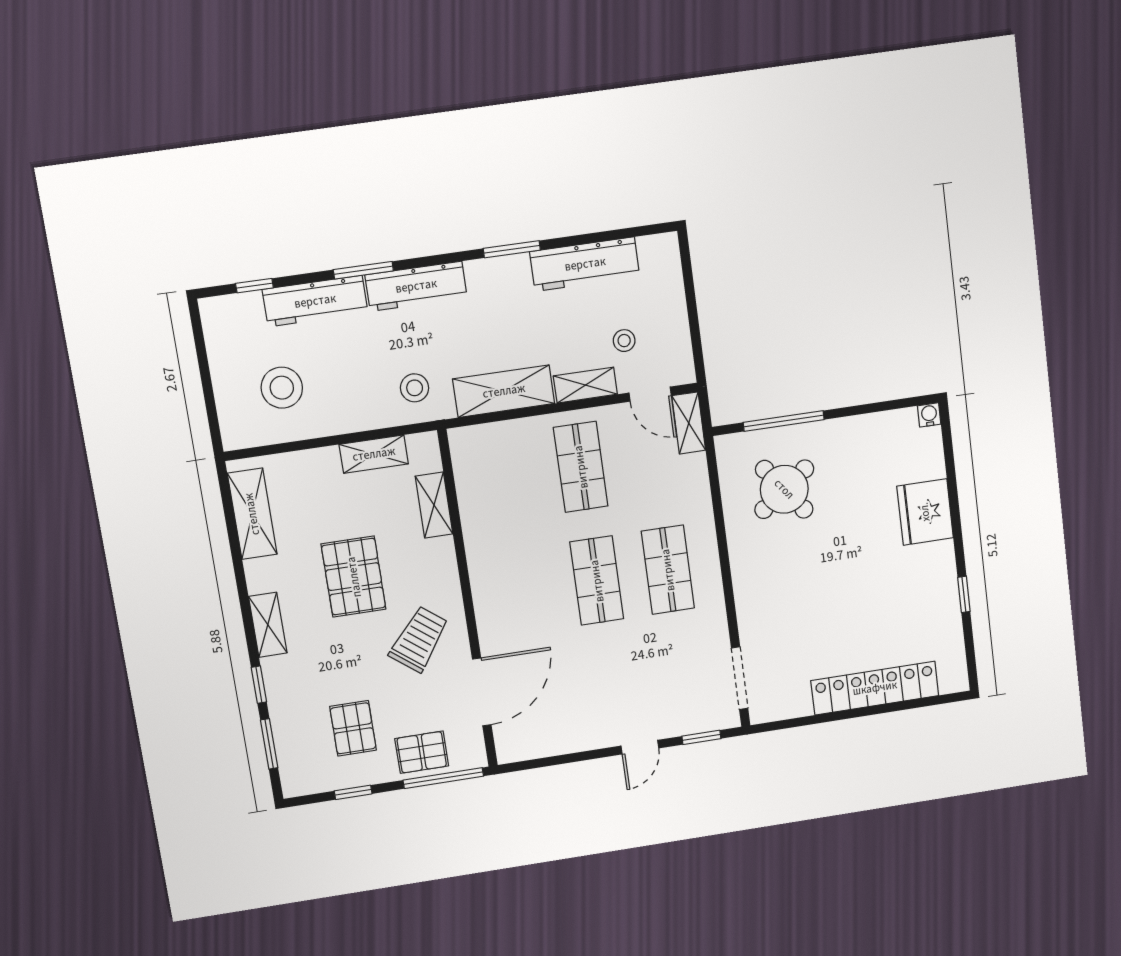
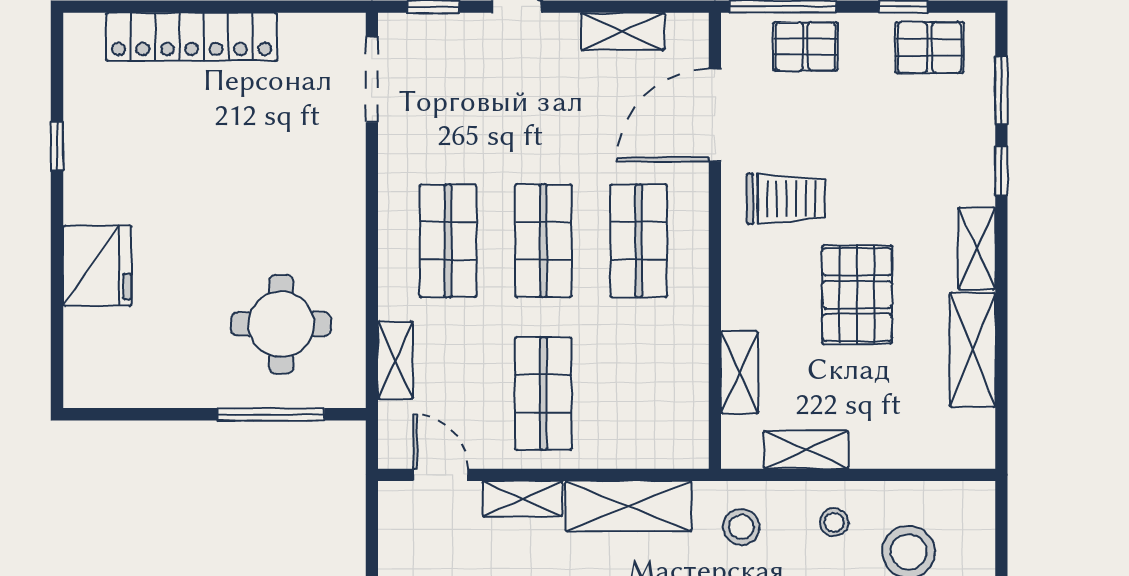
stool: (624, 341) -> (834, 522), moved
water cooler: (929, 415) -> (77, 394), removed
shelving: (689, 423) -> (395, 360), moved
round table: (784, 489) -> (281, 324), turned 37
shelving: (252, 514) -> (972, 350), moved
shop shelf: (525, 591) -> (639, 241), added
trolley: (419, 639) -> (786, 199), turned -128
pallet: (353, 728) -> (930, 48), moved, turned 90
shelving: (559, 742) -> (623, 31), added

